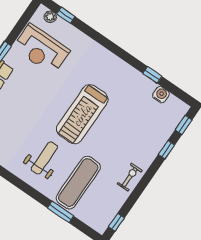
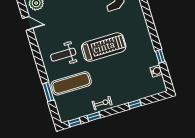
treadmill: (82, 114) -> (104, 47), turned 180
window: (184, 125) -> (94, 117), moved
weight bench: (44, 158) -> (63, 55), turned 180

